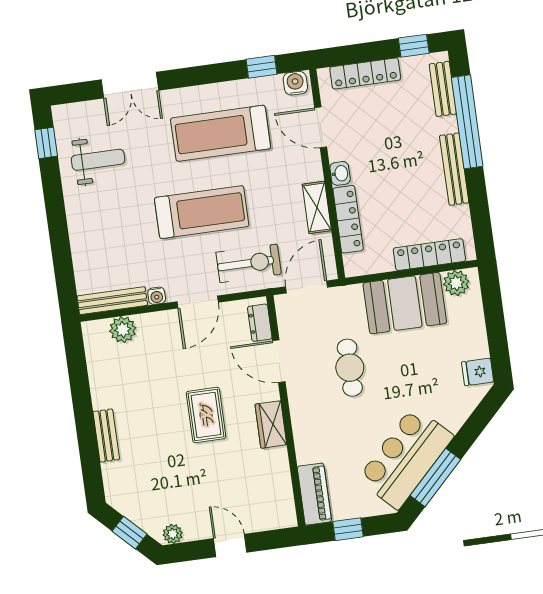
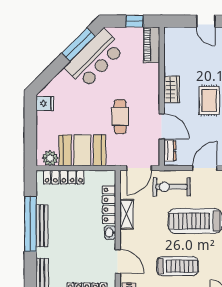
window: (467, 122) -> (30, 224), moved
treadmill: (221, 133) -> (177, 266), width x0.73, depth x0.73

